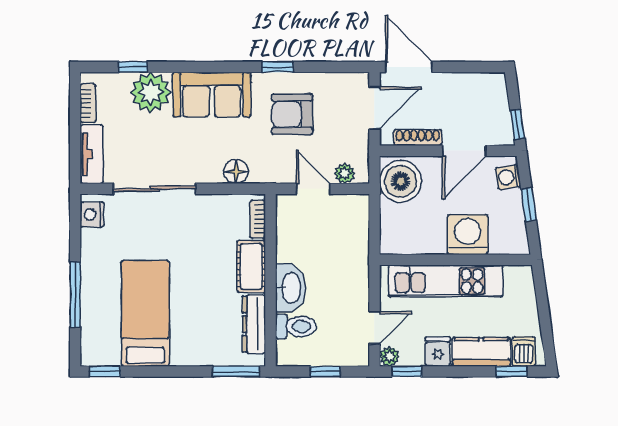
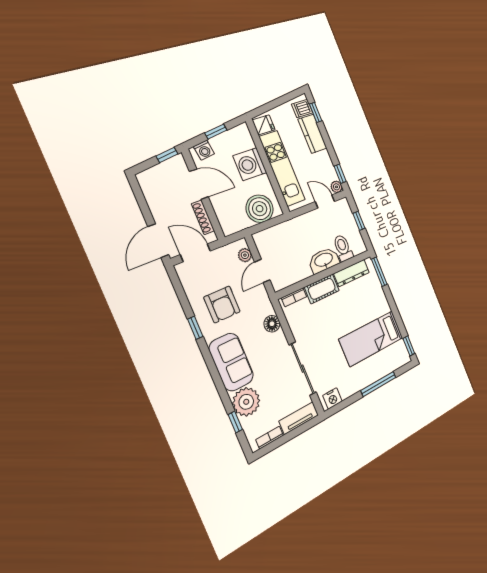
boiler: (400, 181) -> (260, 209), moved
fridge: (438, 352) -> (264, 125), moved, turned 180

